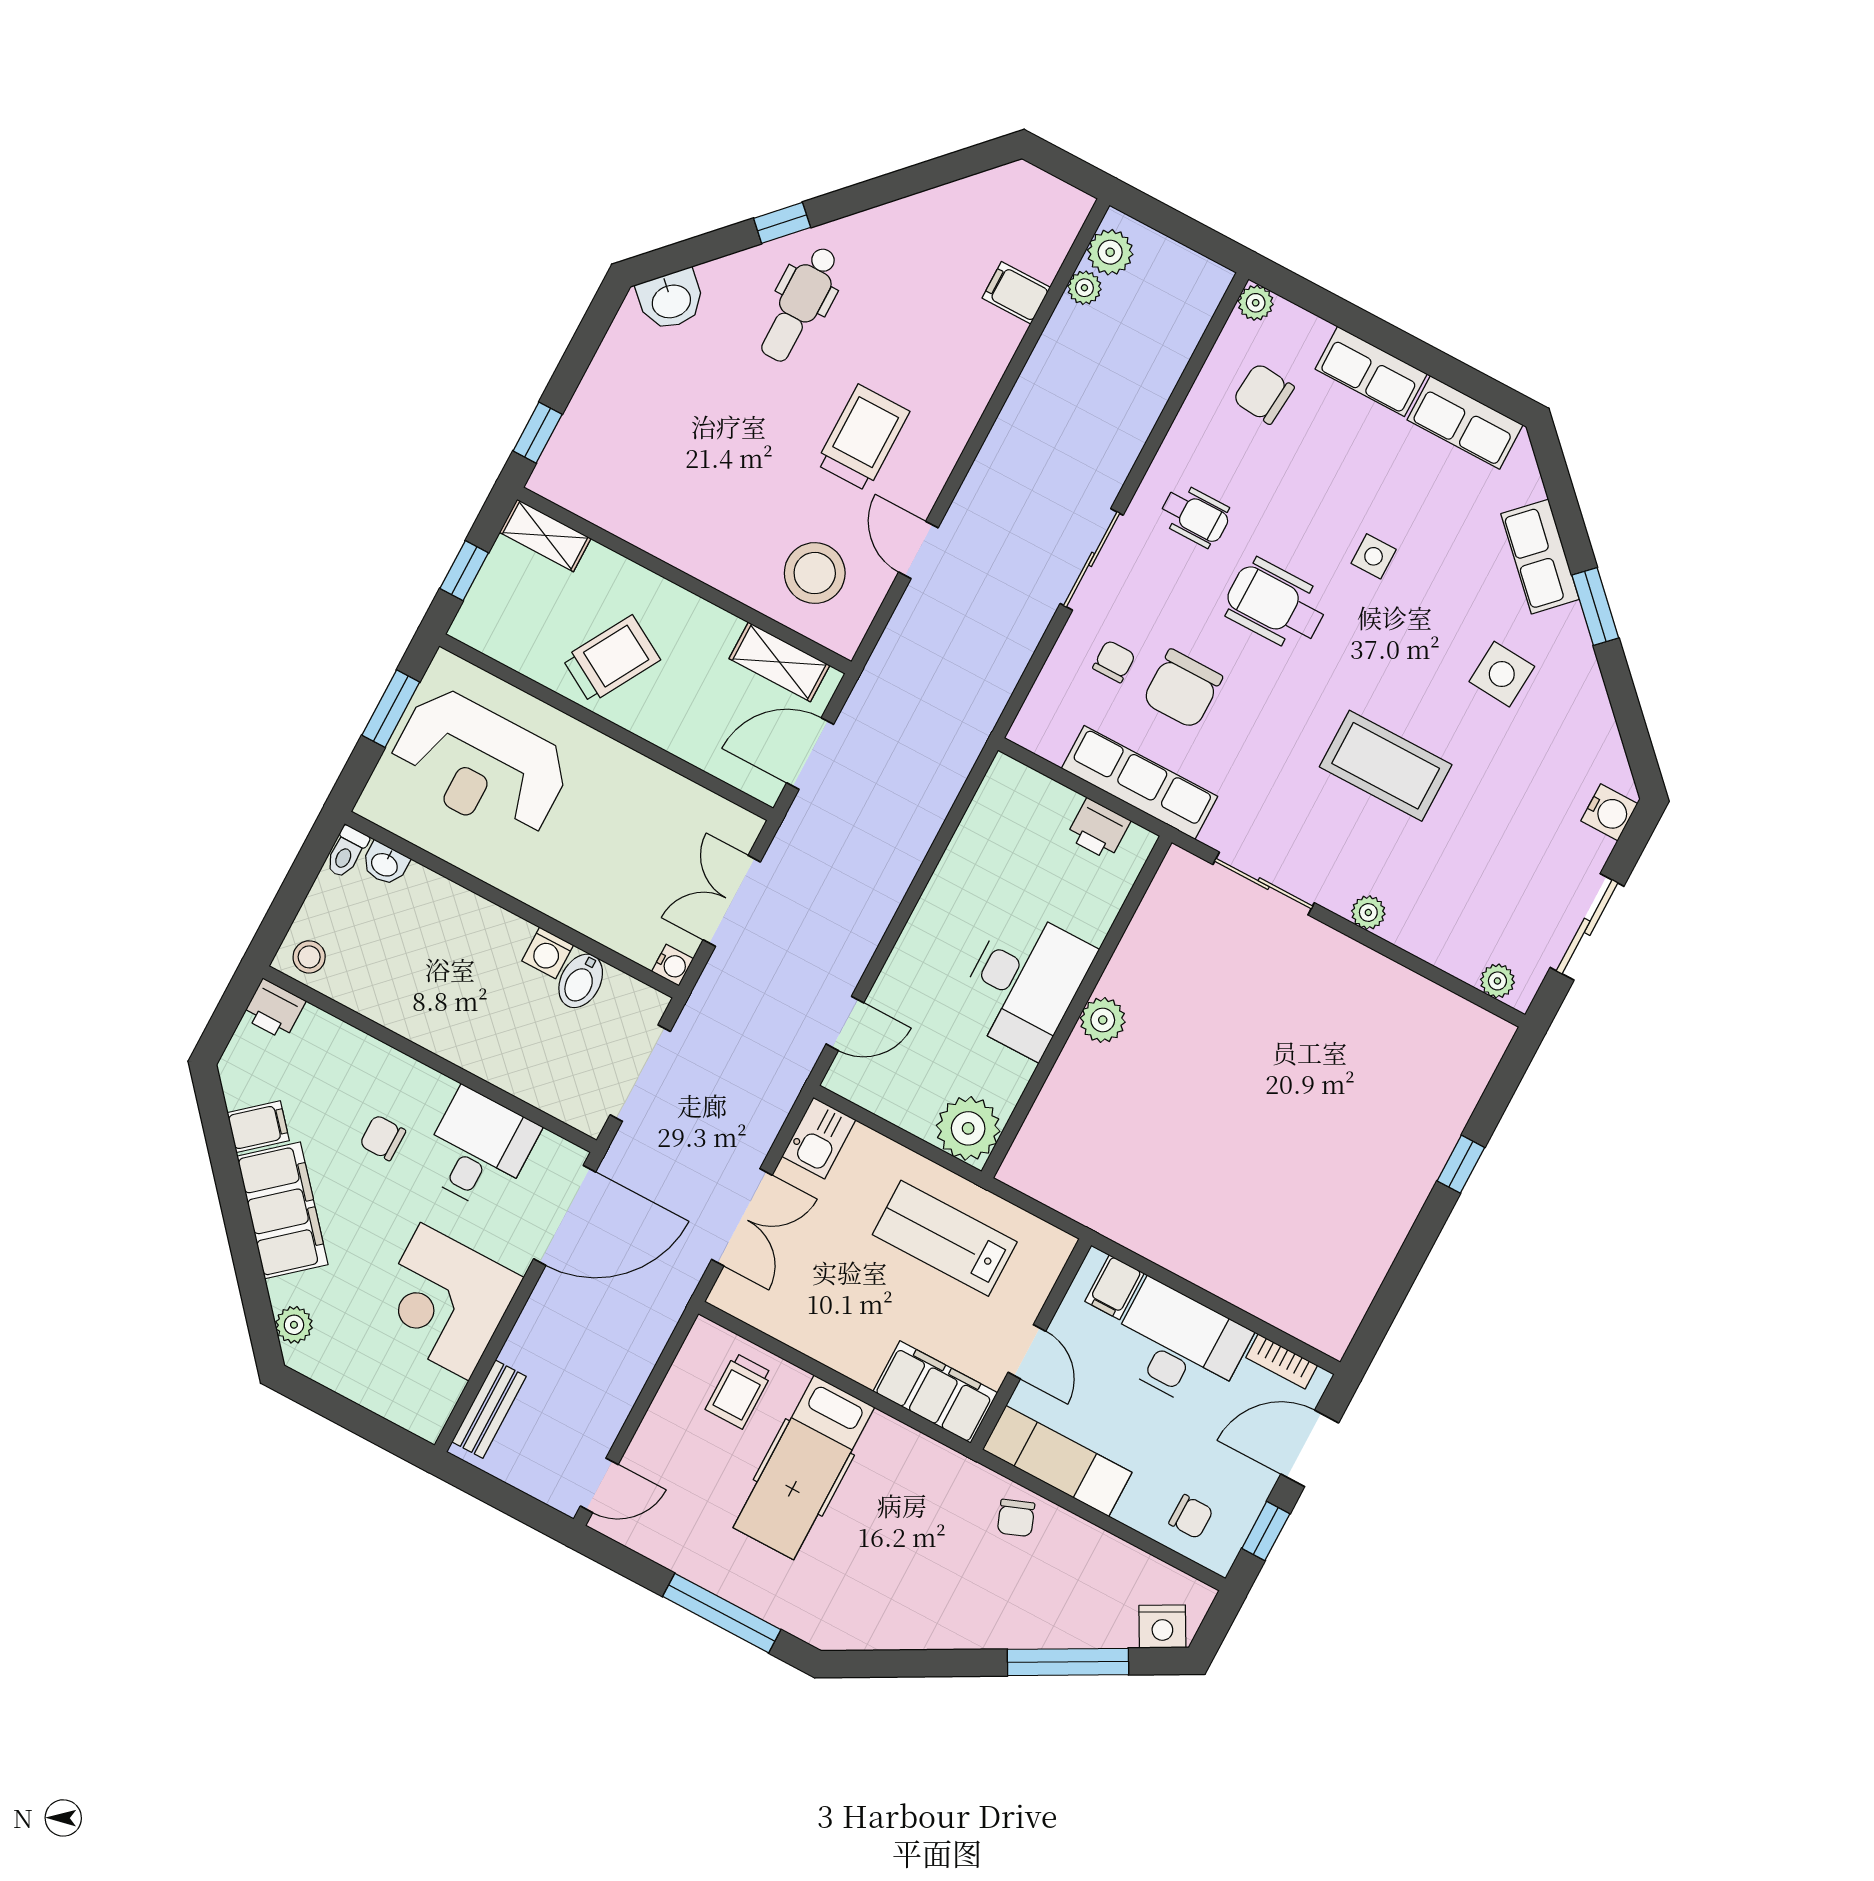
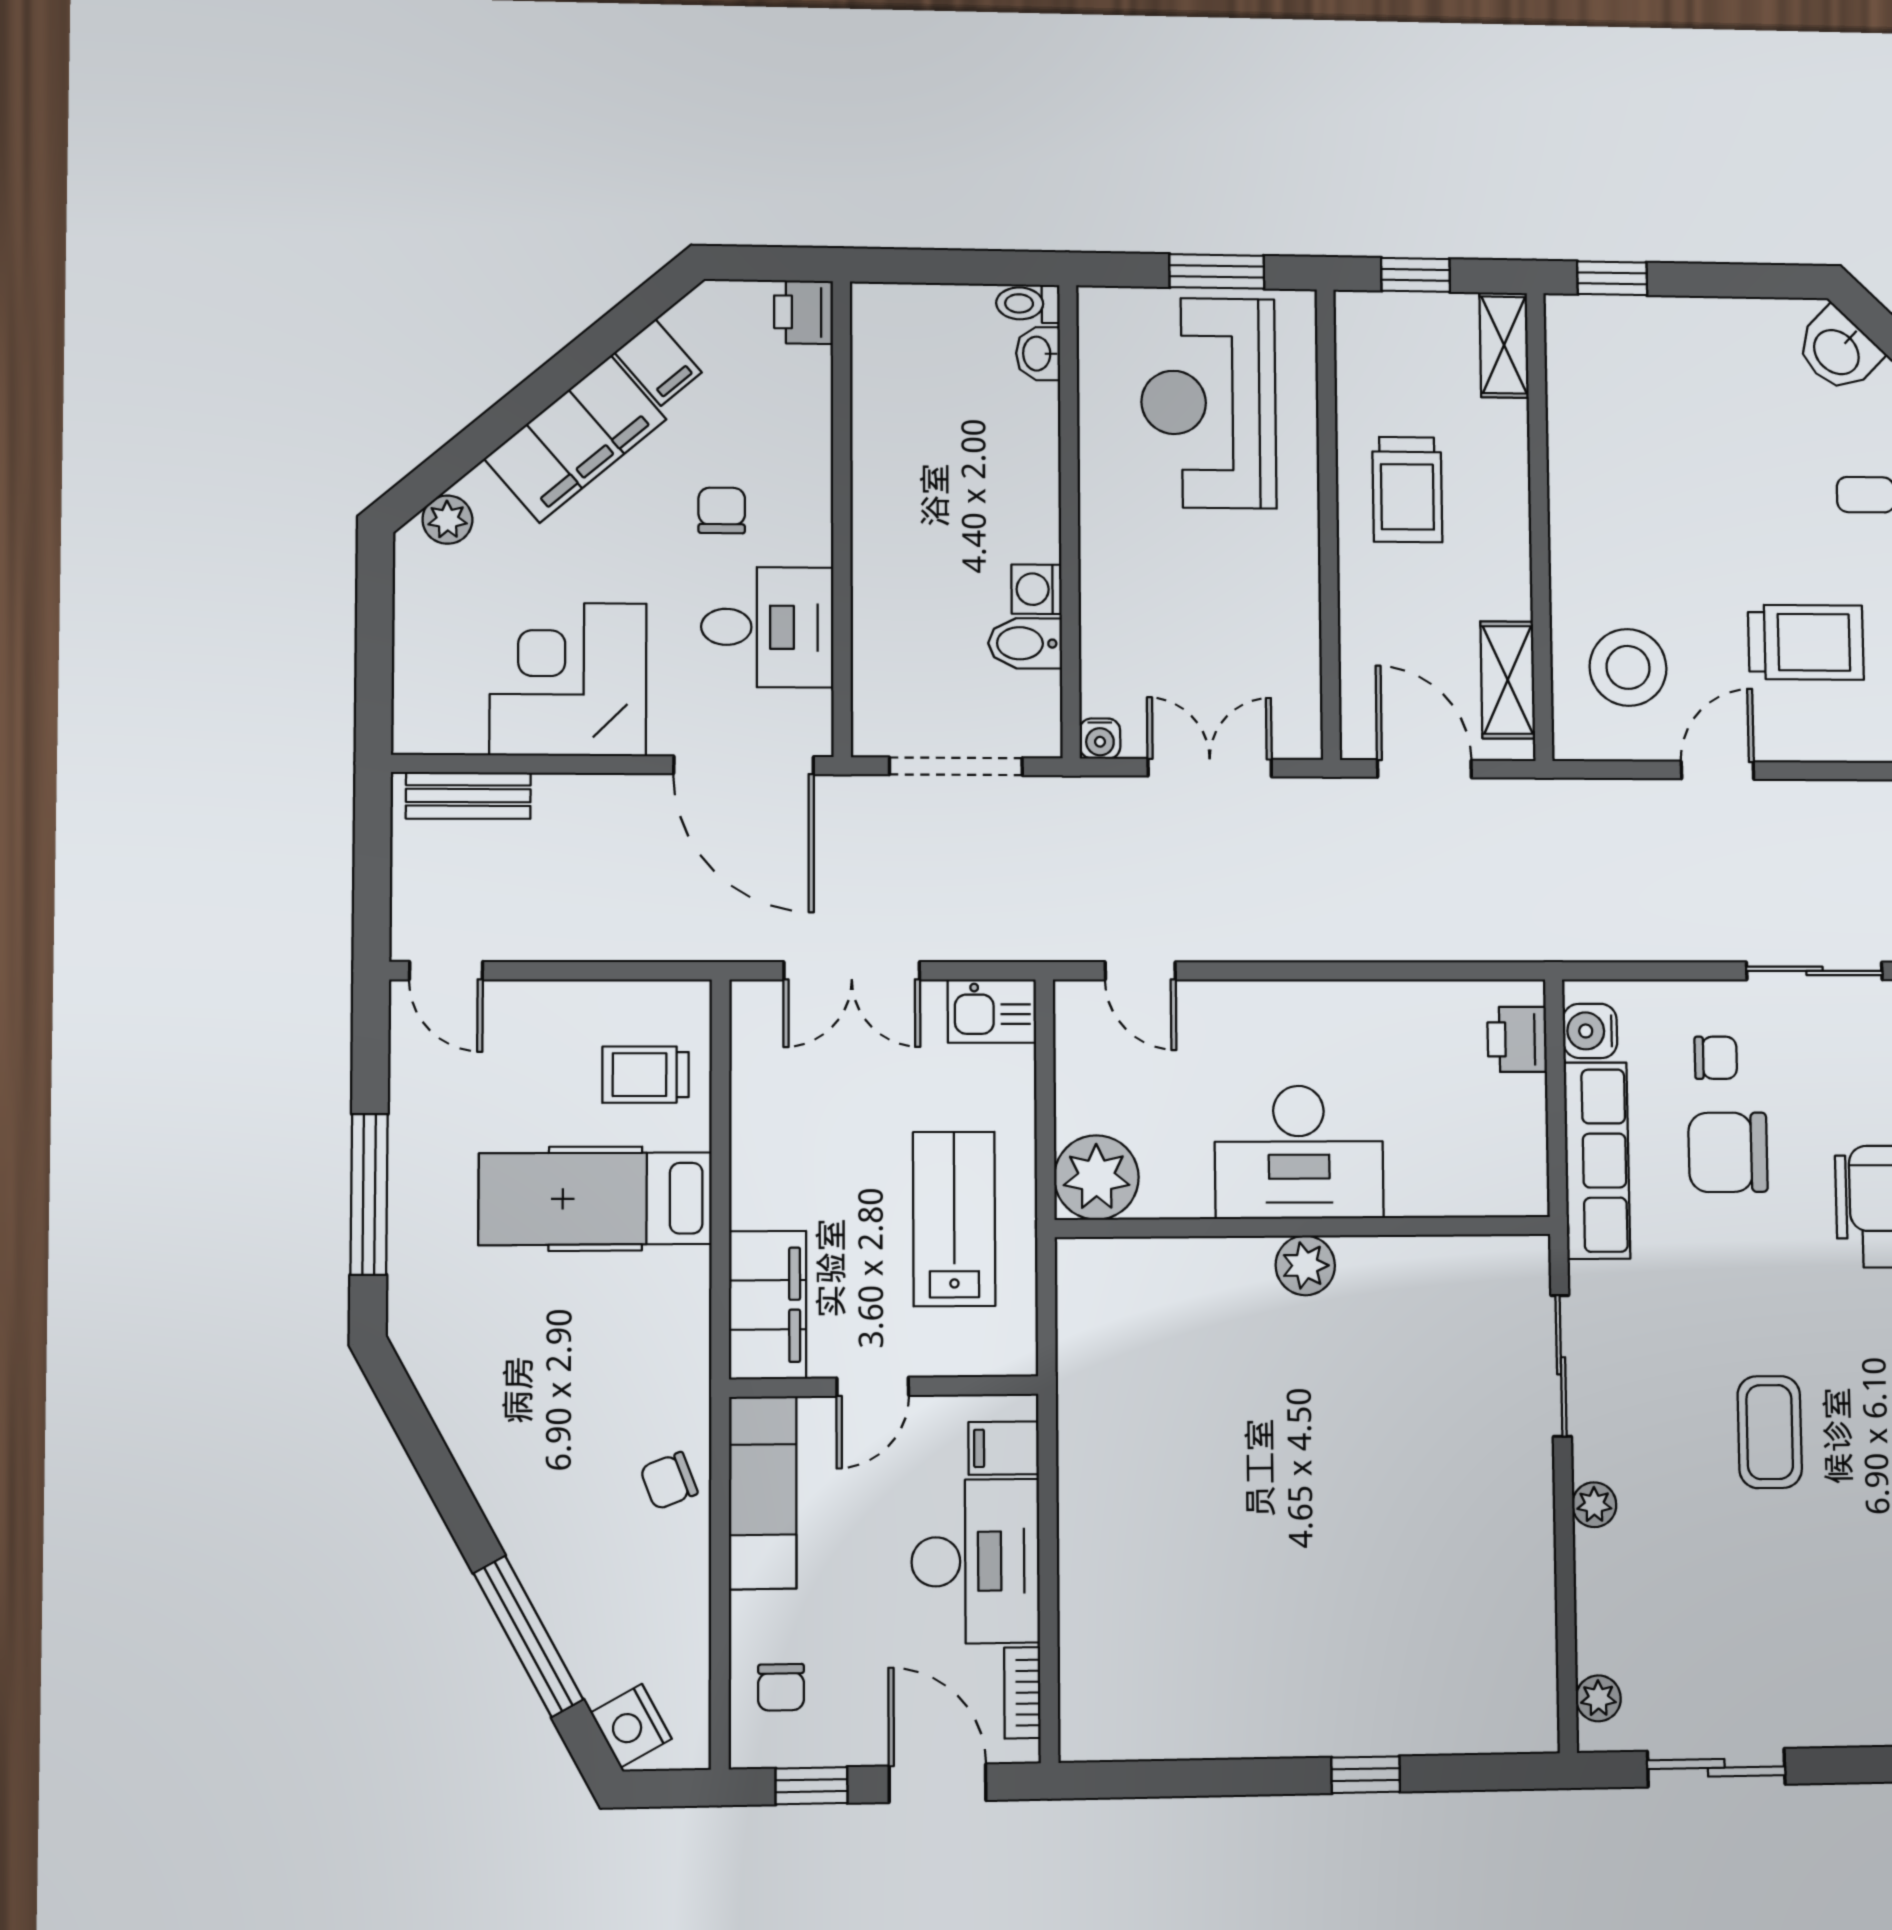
trolley: (611, 659) -> (1407, 490), turned 60
coffee table: (1386, 766) -> (1770, 1432), width x0.73, depth x0.76
water cooler: (1609, 812) -> (1590, 1031), moved, turned 90
printer: (1098, 829) -> (1517, 1039), moved
stool: (309, 957) -> (885, 322), removed

